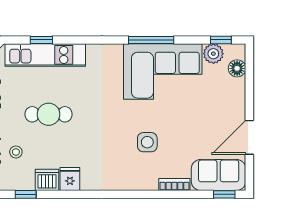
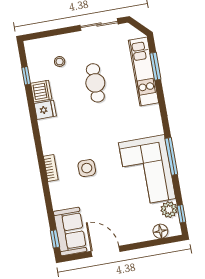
window: (41, 40) -> (155, 66), width x1.50
bookcase: (174, 184) -> (51, 168), moved

